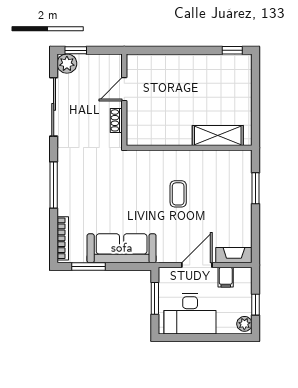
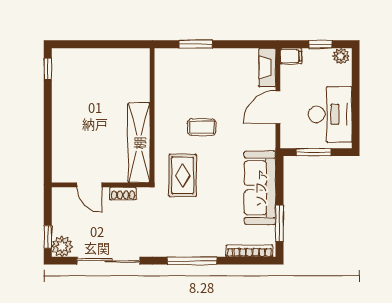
shelving: (218, 135) -> (139, 143), moved, width x1.47
rug: (133, 176) -> (183, 175), added
door: (197, 265) -> (278, 107), hinge flipped
filing cabinet: (226, 277) -> (291, 56), moved

